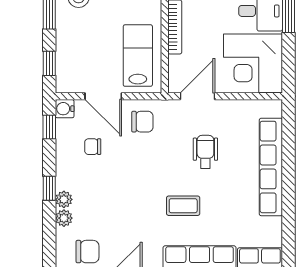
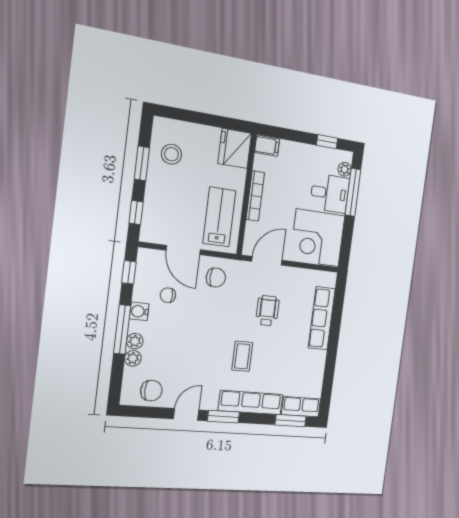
water cooler: (65, 109) -> (139, 311), moved
row of seats: (271, 167) -> (322, 318), width x0.73
window: (49, 188) -> (122, 329), width x2.17
coffee table: (183, 206) -> (242, 356), turned 90

